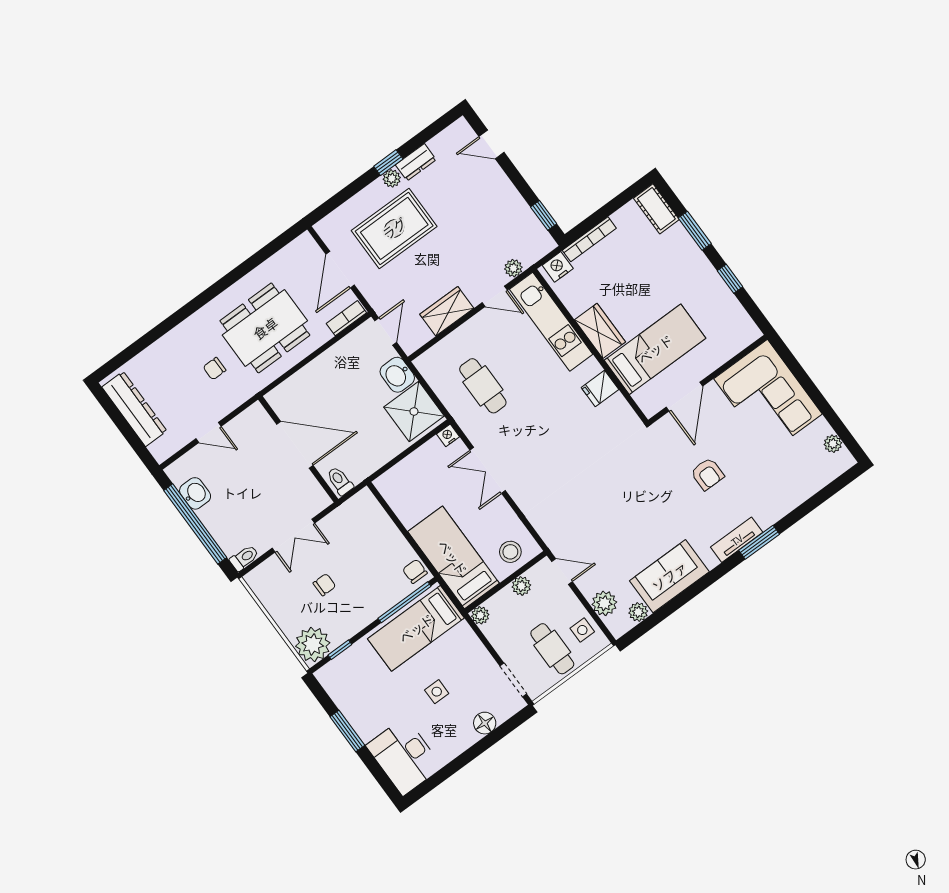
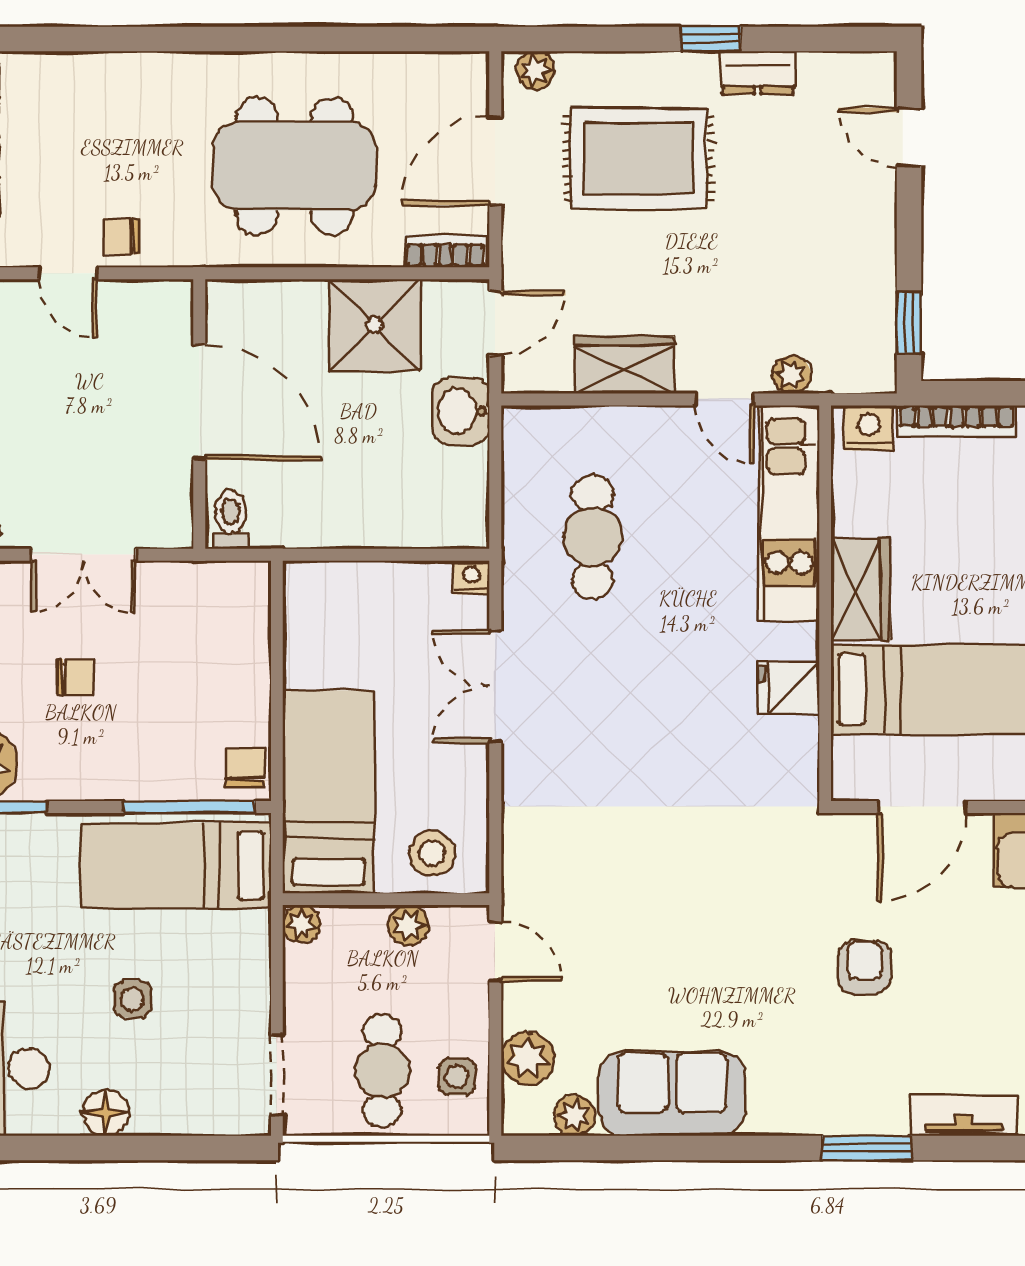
plant: (392, 178) -> (536, 70), moved
chair: (215, 369) -> (121, 236), moved
shower: (414, 411) -> (374, 325), moved
armchair: (707, 474) -> (864, 967), turned 180
tv unit: (737, 540) -> (964, 1115), moved
floor lamp: (485, 723) -> (106, 1113), moved

